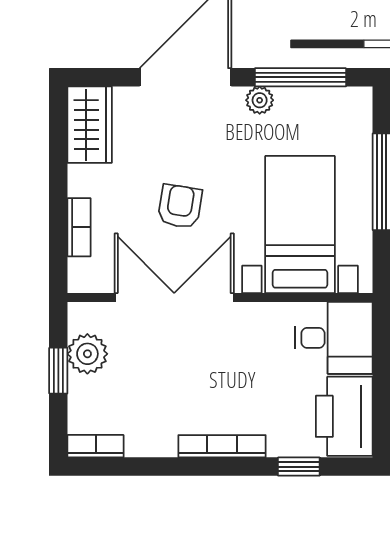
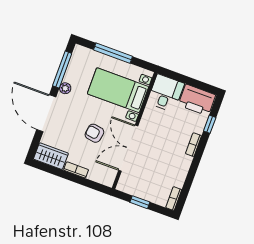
bookcase: (79, 227) -> (76, 170), moved
plant: (87, 354) -> (138, 189), removed
bookcase: (222, 446) -> (193, 145), width x0.64

